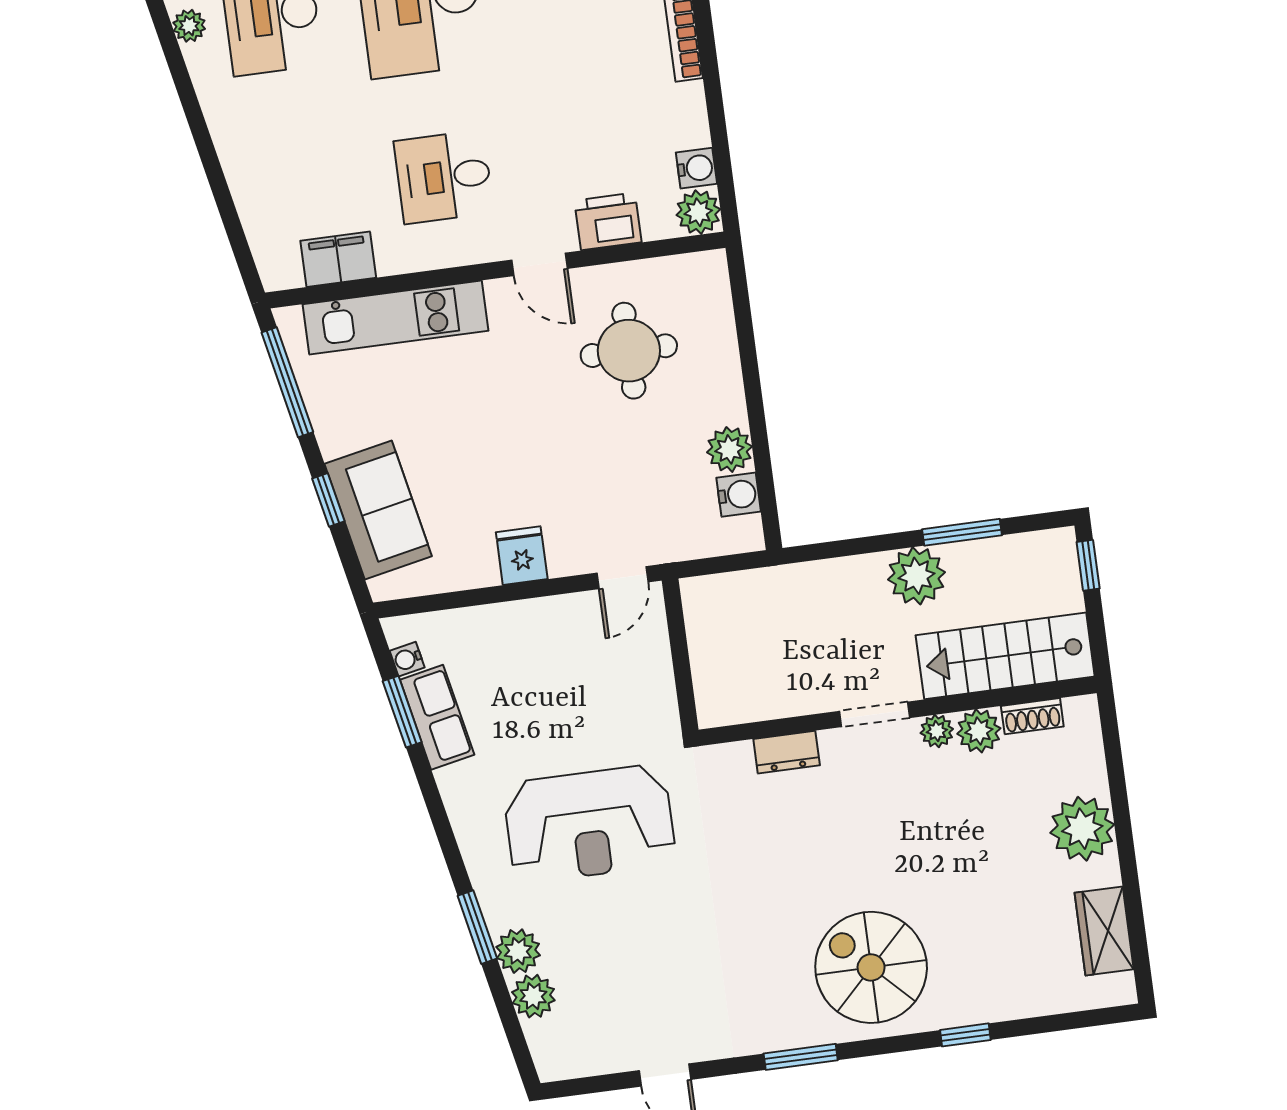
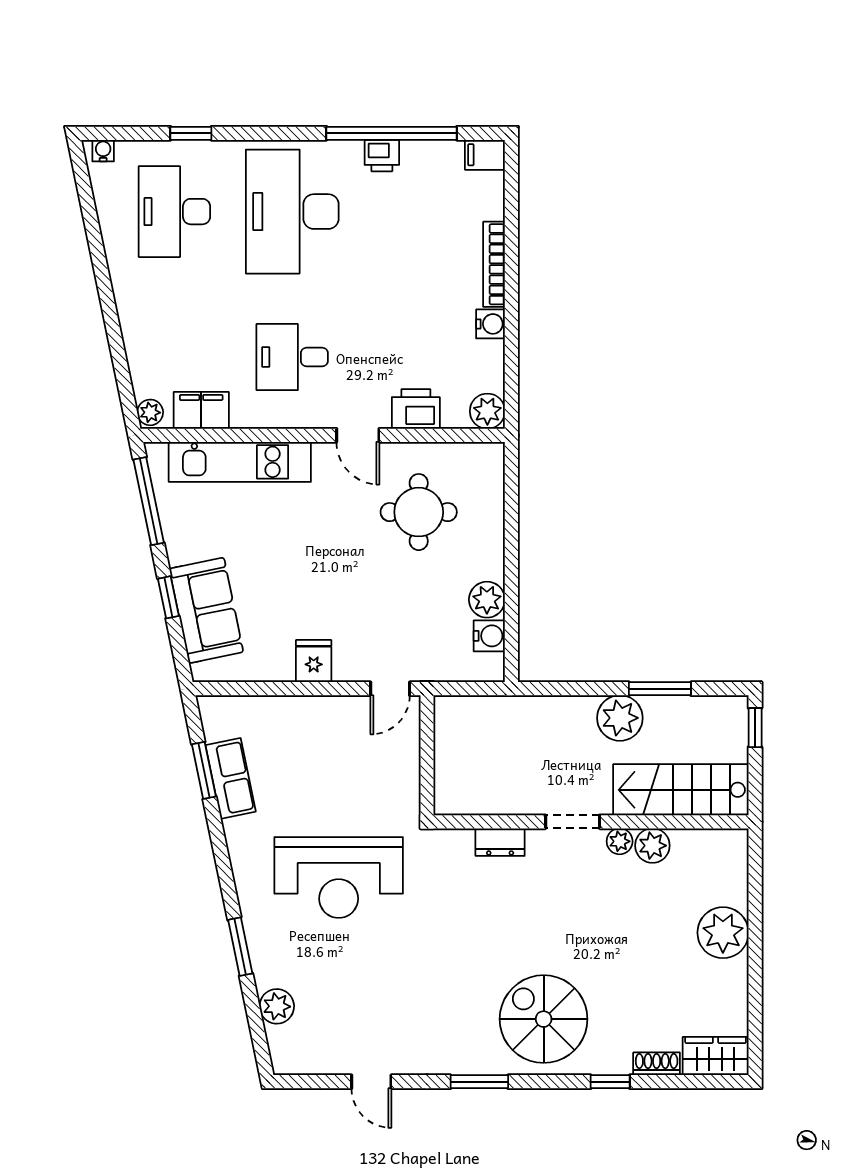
plant: (189, 26) -> (150, 412), moved
water cooler: (696, 168) -> (491, 324), moved
water cooler: (407, 659) -> (213, 730), removed
shoe rack: (1032, 716) -> (657, 1064), moved, turned 180
wardrobe: (1104, 931) -> (716, 1056), moved, turned 90
plant: (518, 951) -> (270, 970), removed

